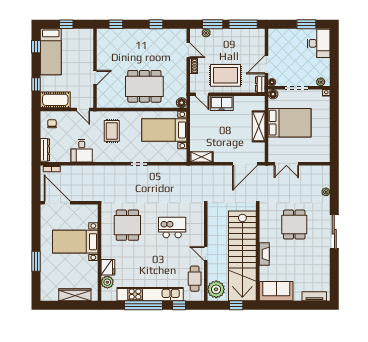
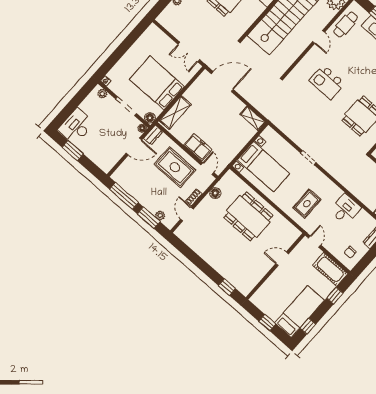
window: (156, 24) -> (195, 258), removed
floor lamp: (182, 103) -> (215, 193), moved
shelving: (259, 126) -> (175, 113), moved
double door: (286, 164) -> (189, 52), swing flipped

